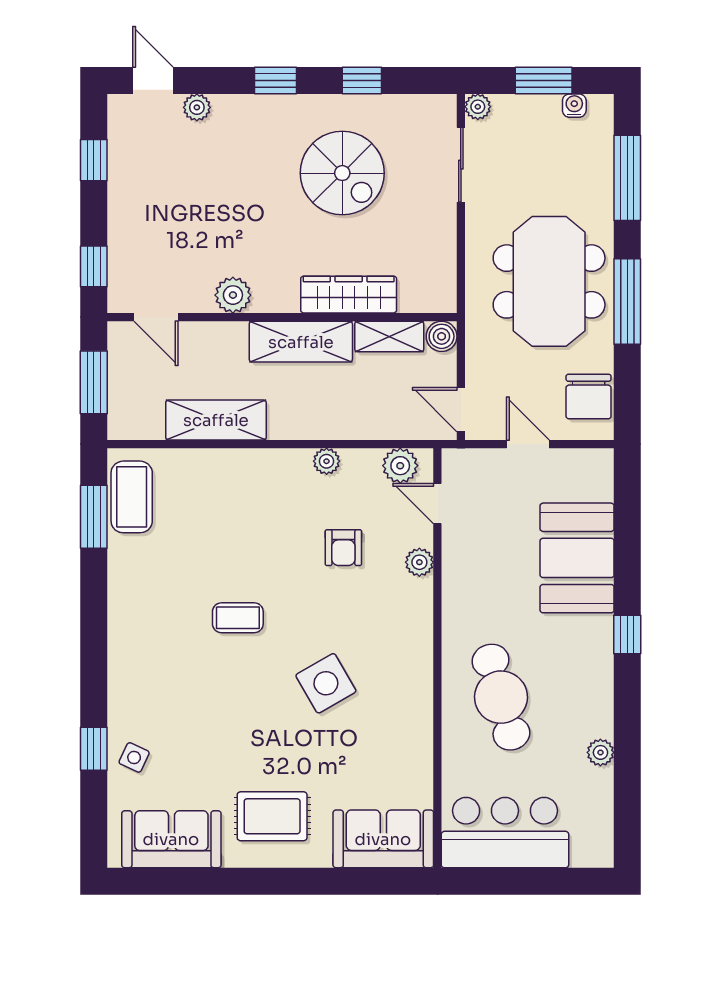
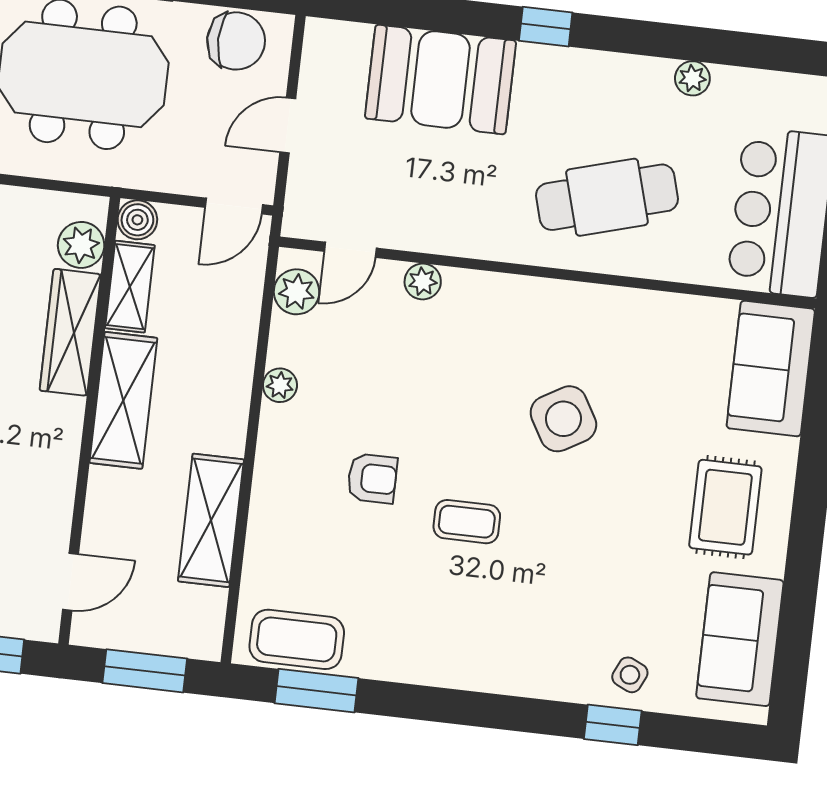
plant: (233, 295) -> (81, 245), moved
armchair: (343, 548) -> (372, 478), moved
coffee table: (238, 618) -> (467, 522), turned 90

